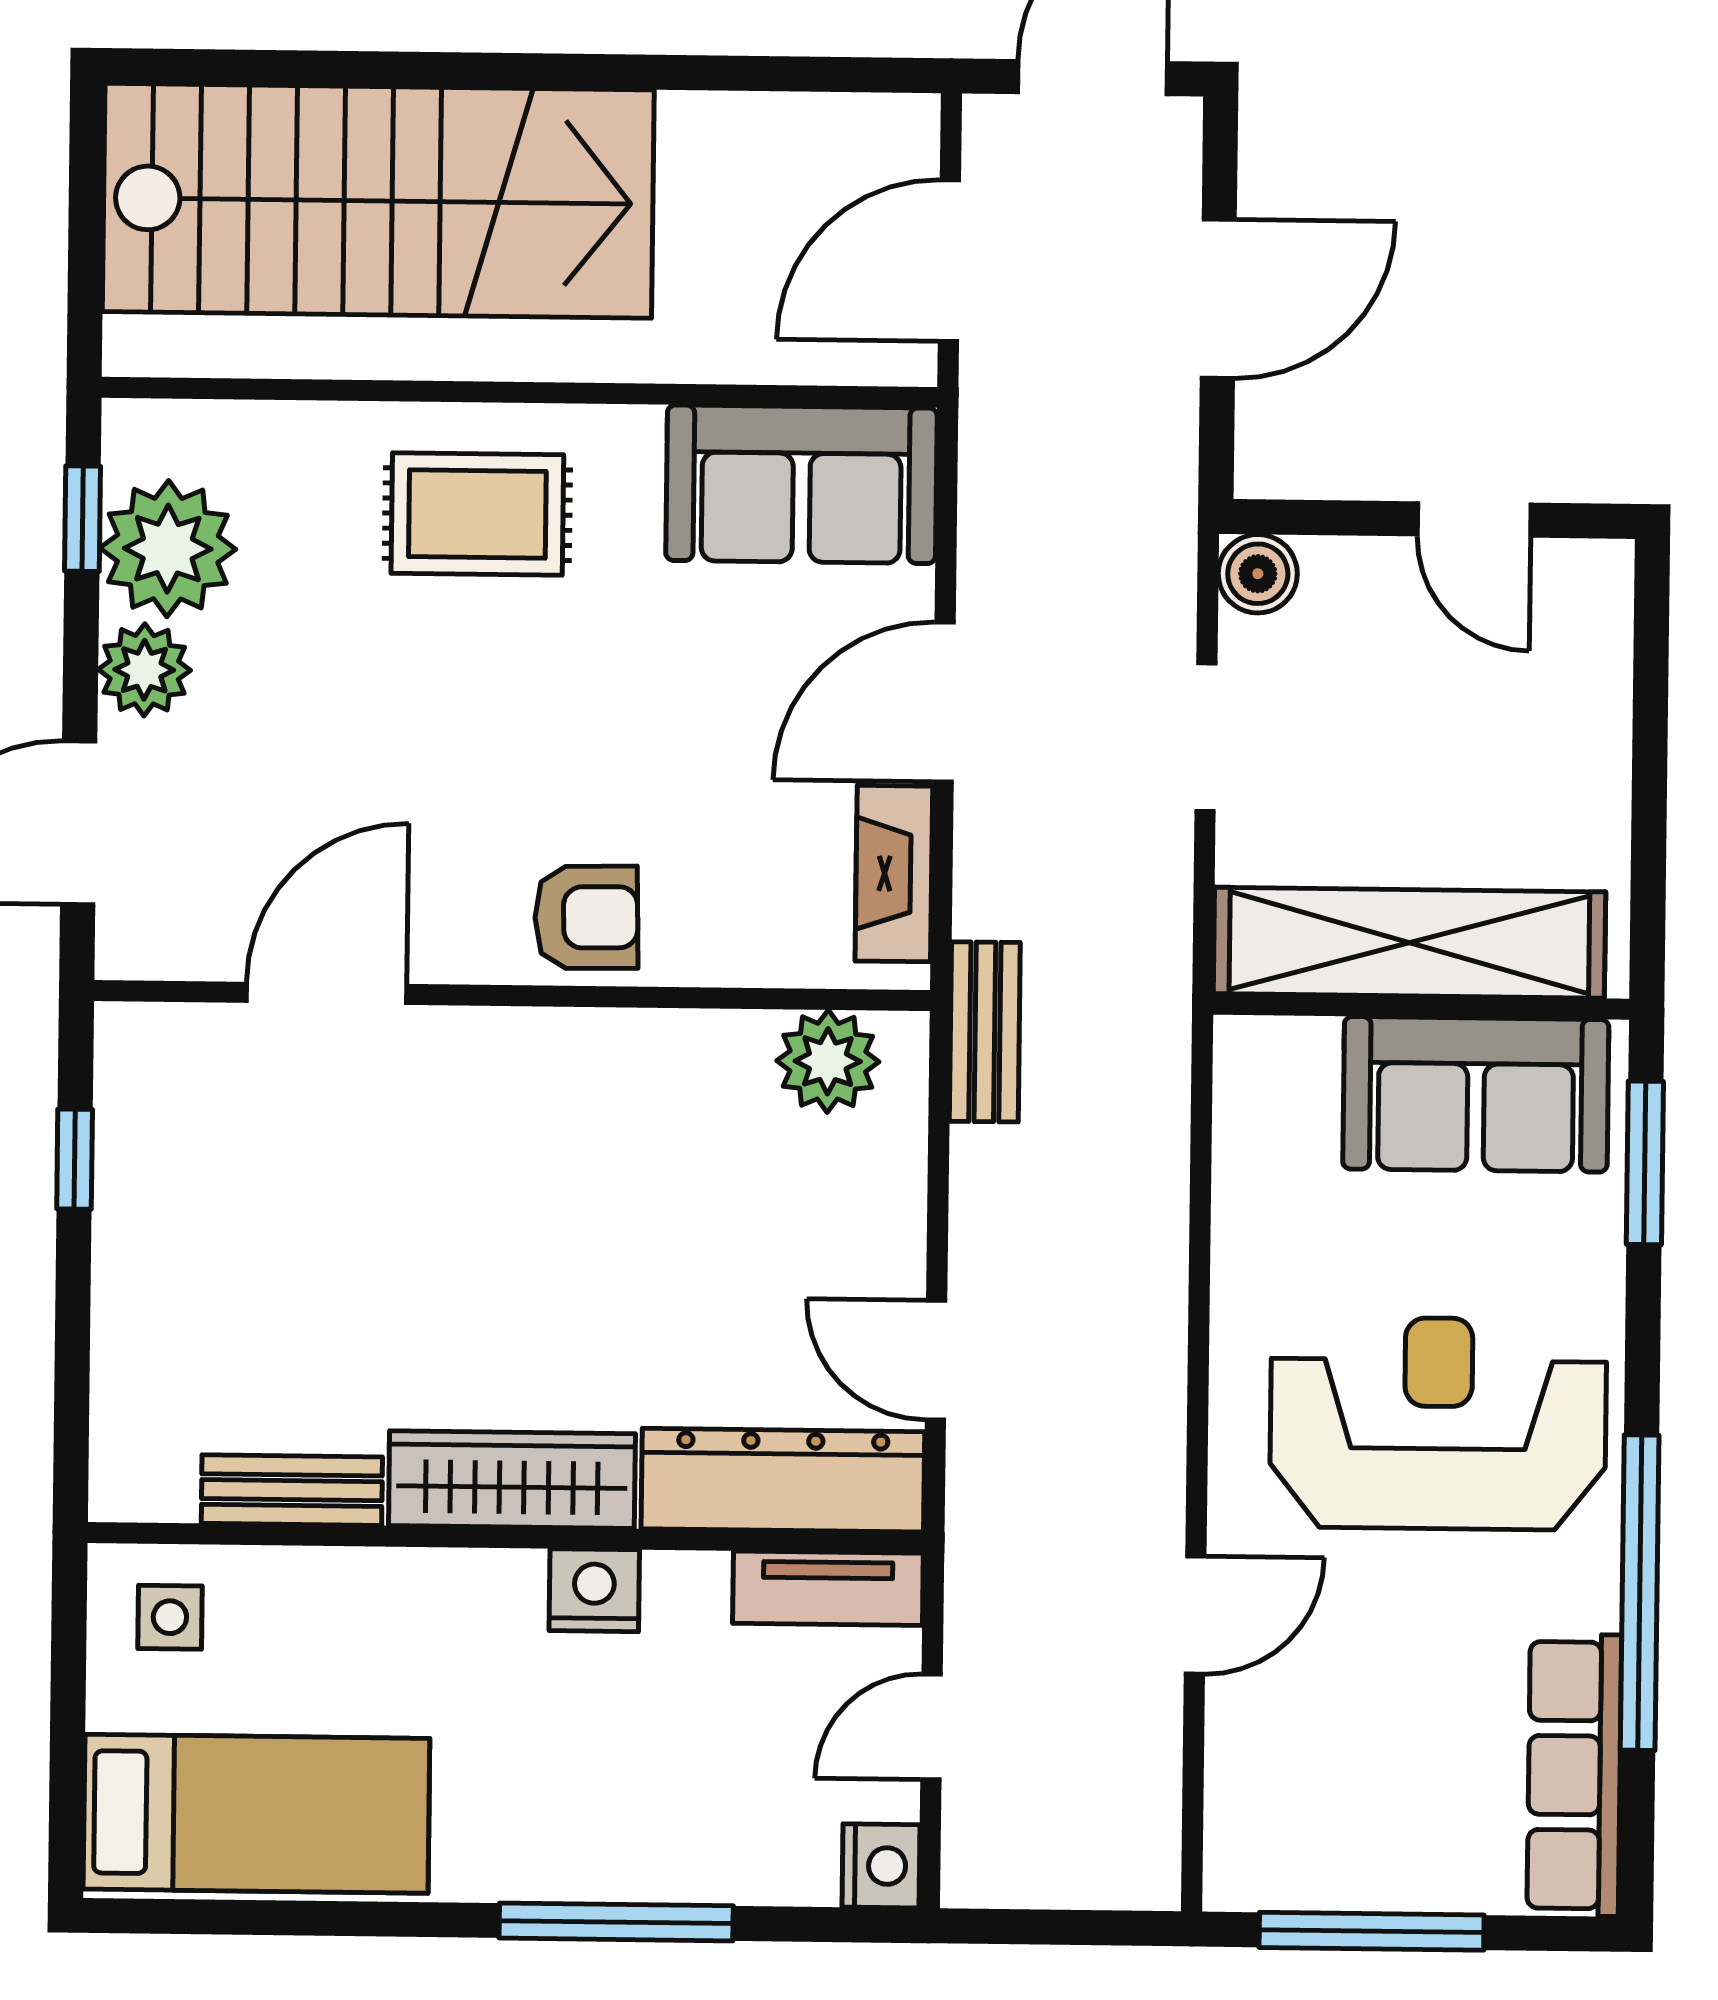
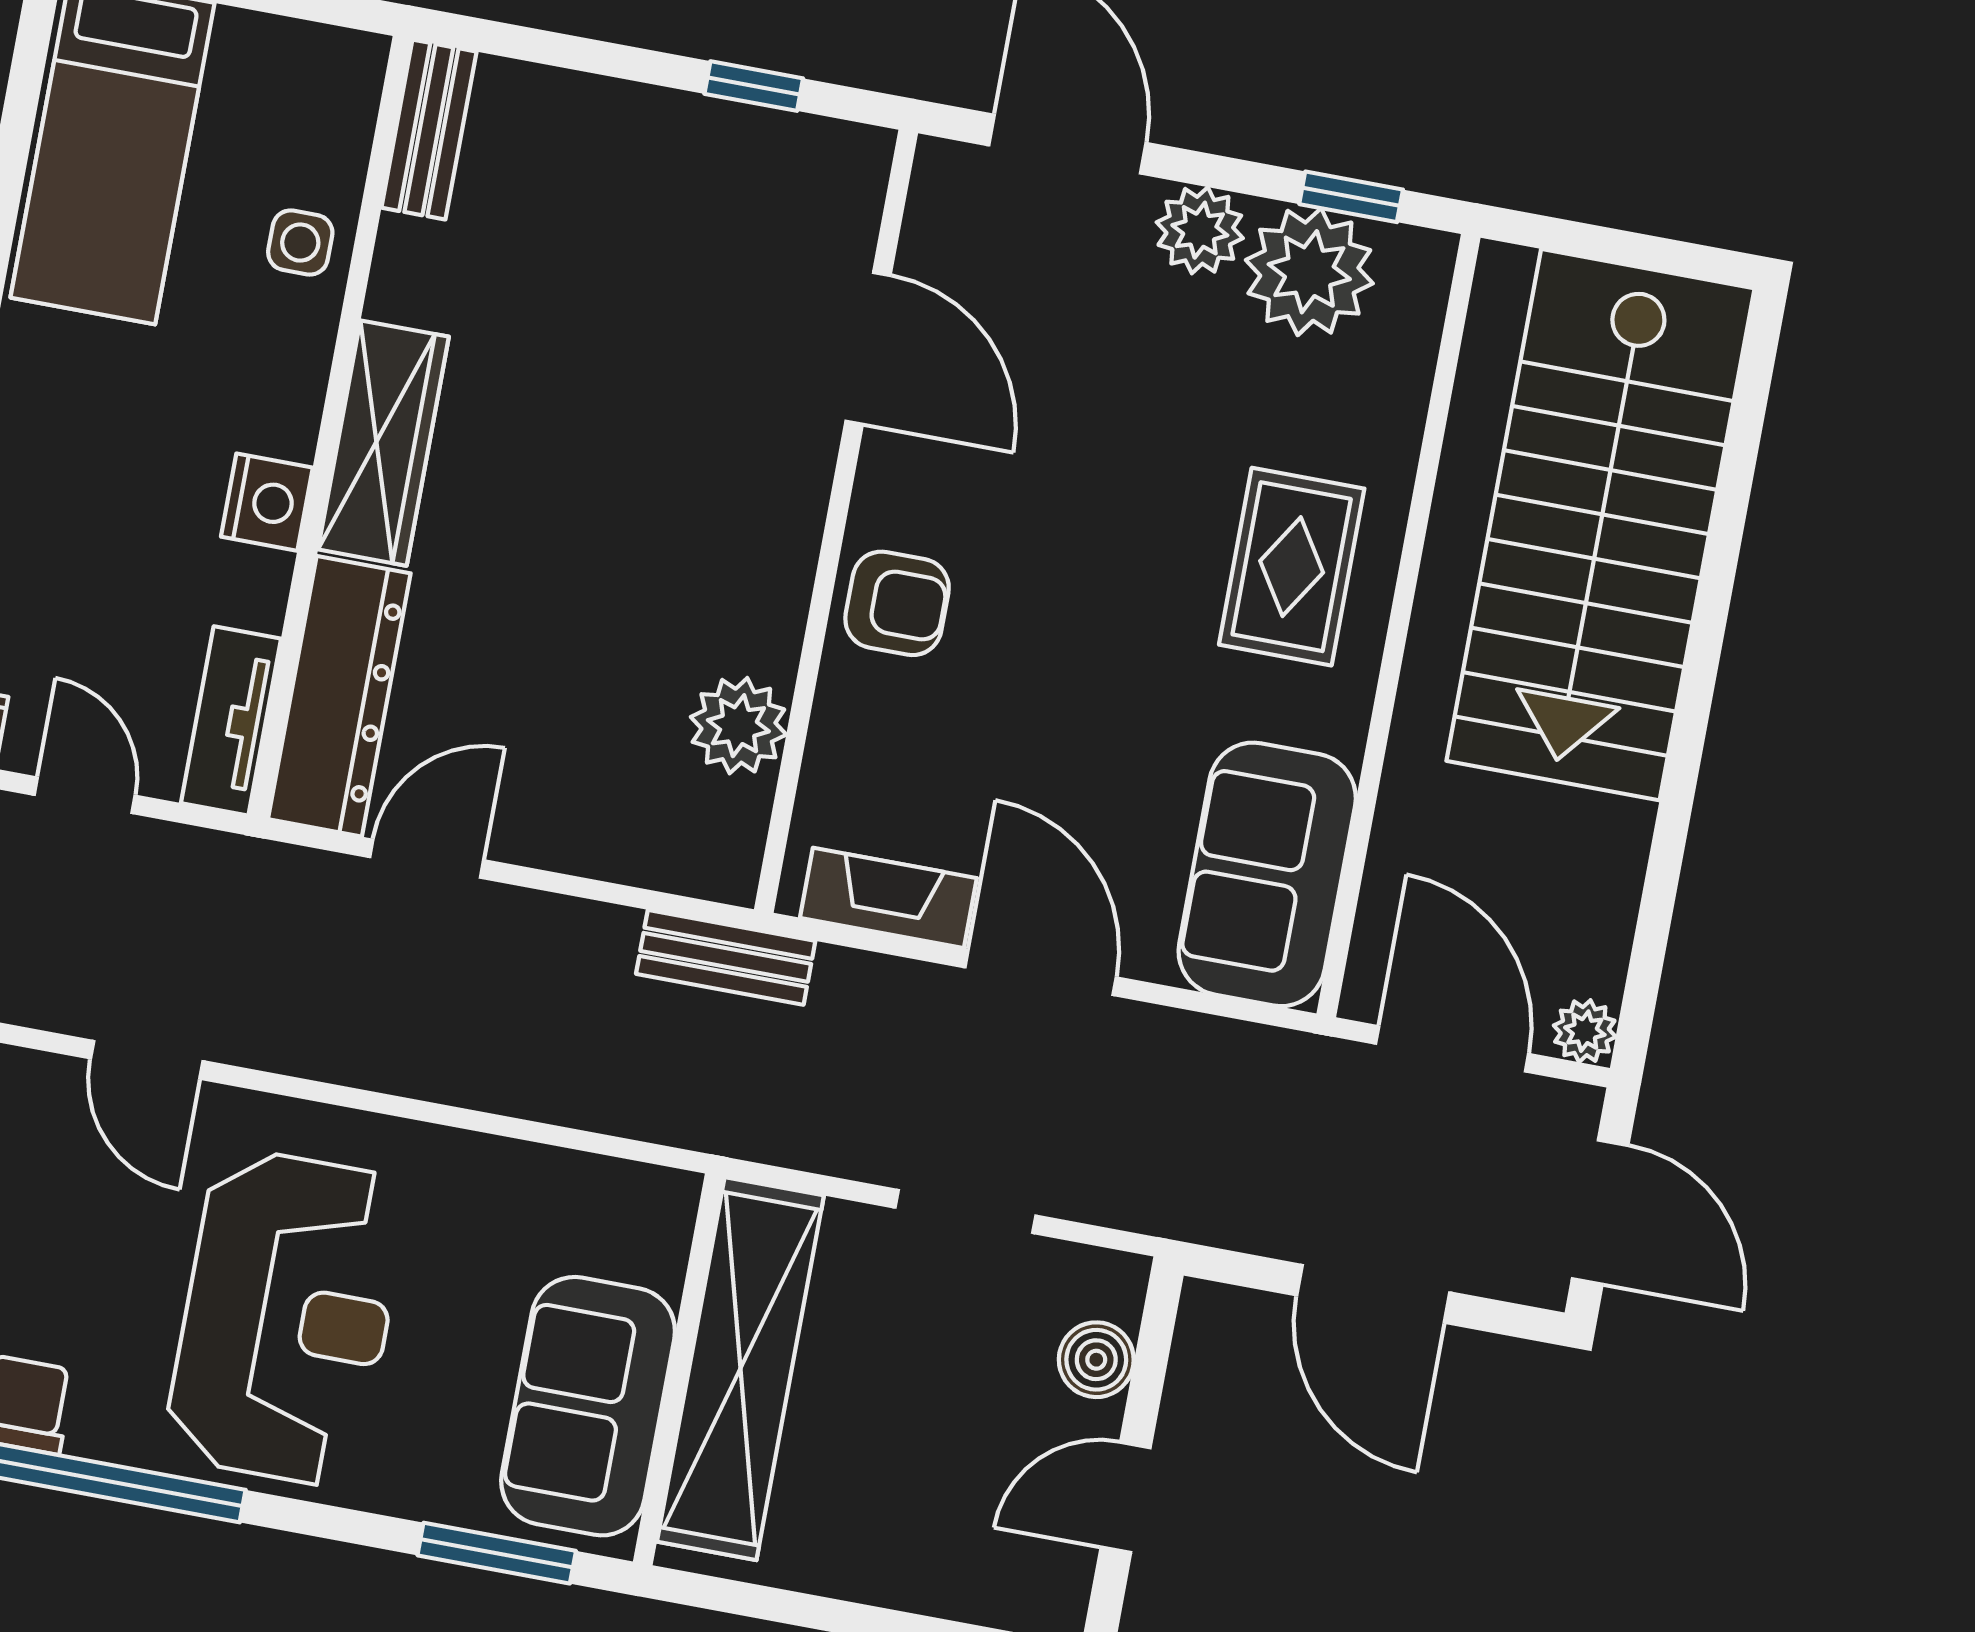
plant: (907, 126) -> (1585, 1031), added
boiler: (1258, 574) -> (1096, 1360), moved
armchair: (586, 917) -> (897, 603), turned -89
plant: (828, 1061) -> (738, 726), moved
bench: (292, 1490) -> (429, 130), moved
side table: (170, 1617) -> (300, 243), moved

